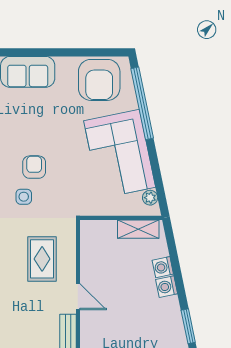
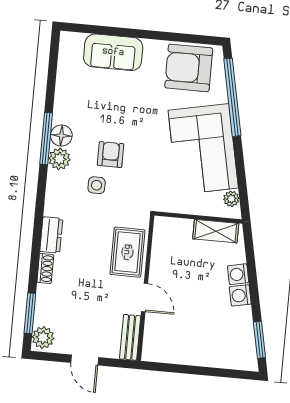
armchair: (99, 80) -> (189, 68), turned 90
rug: (42, 259) -> (127, 252), moved

